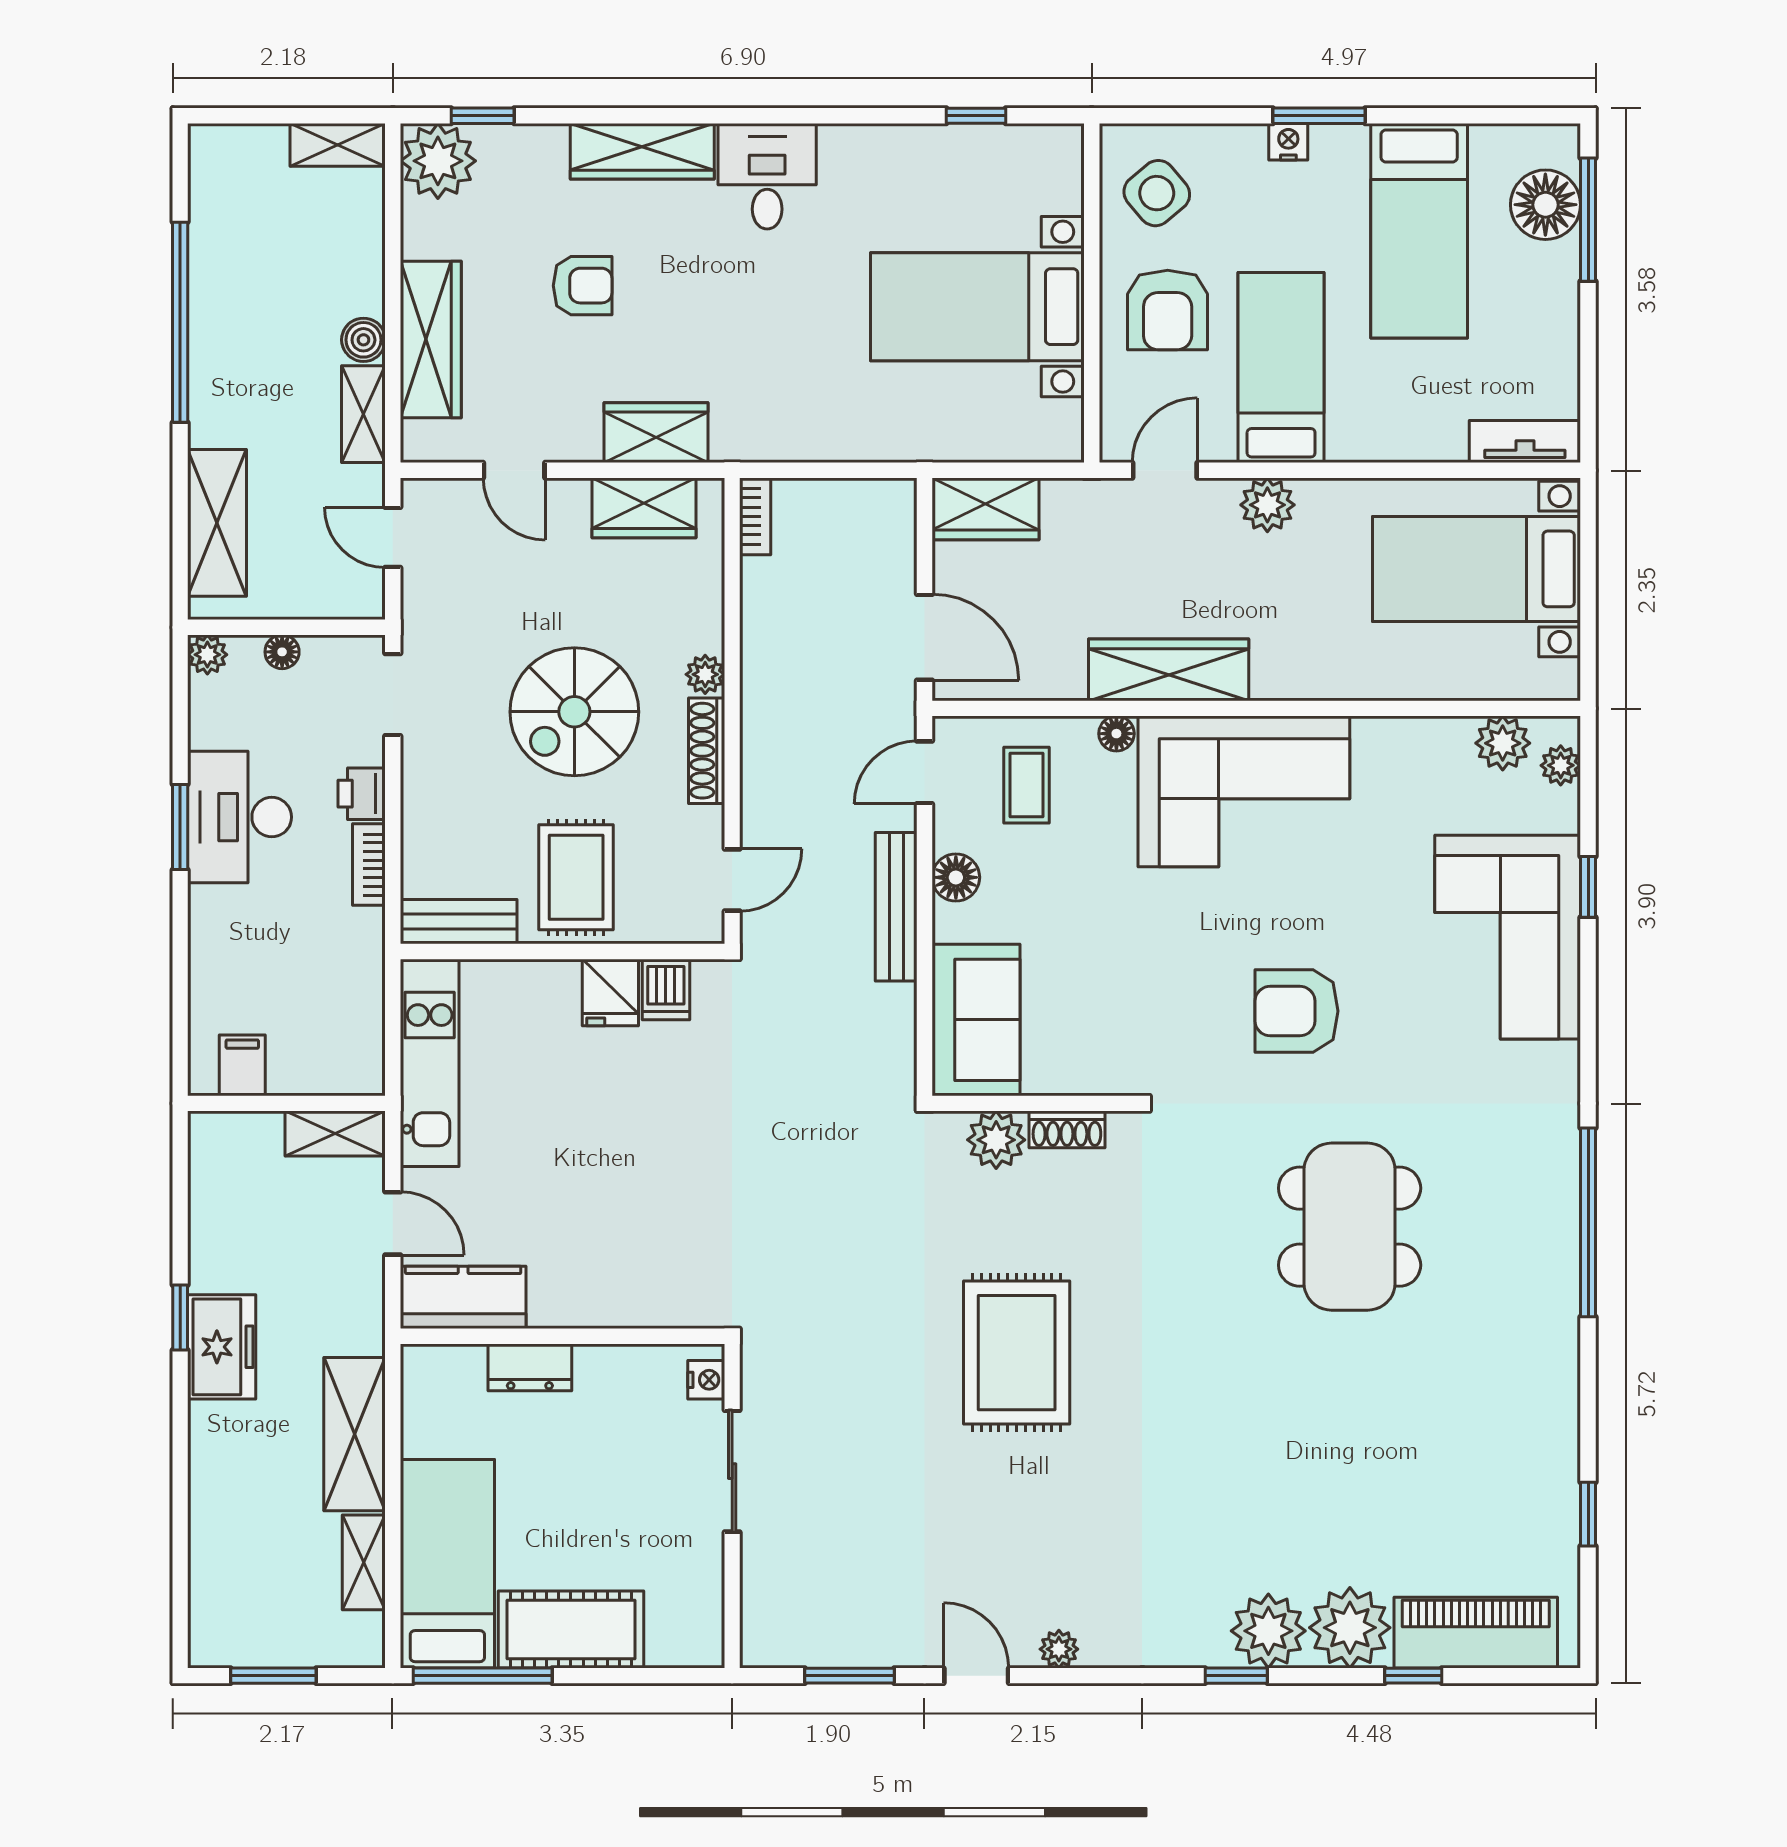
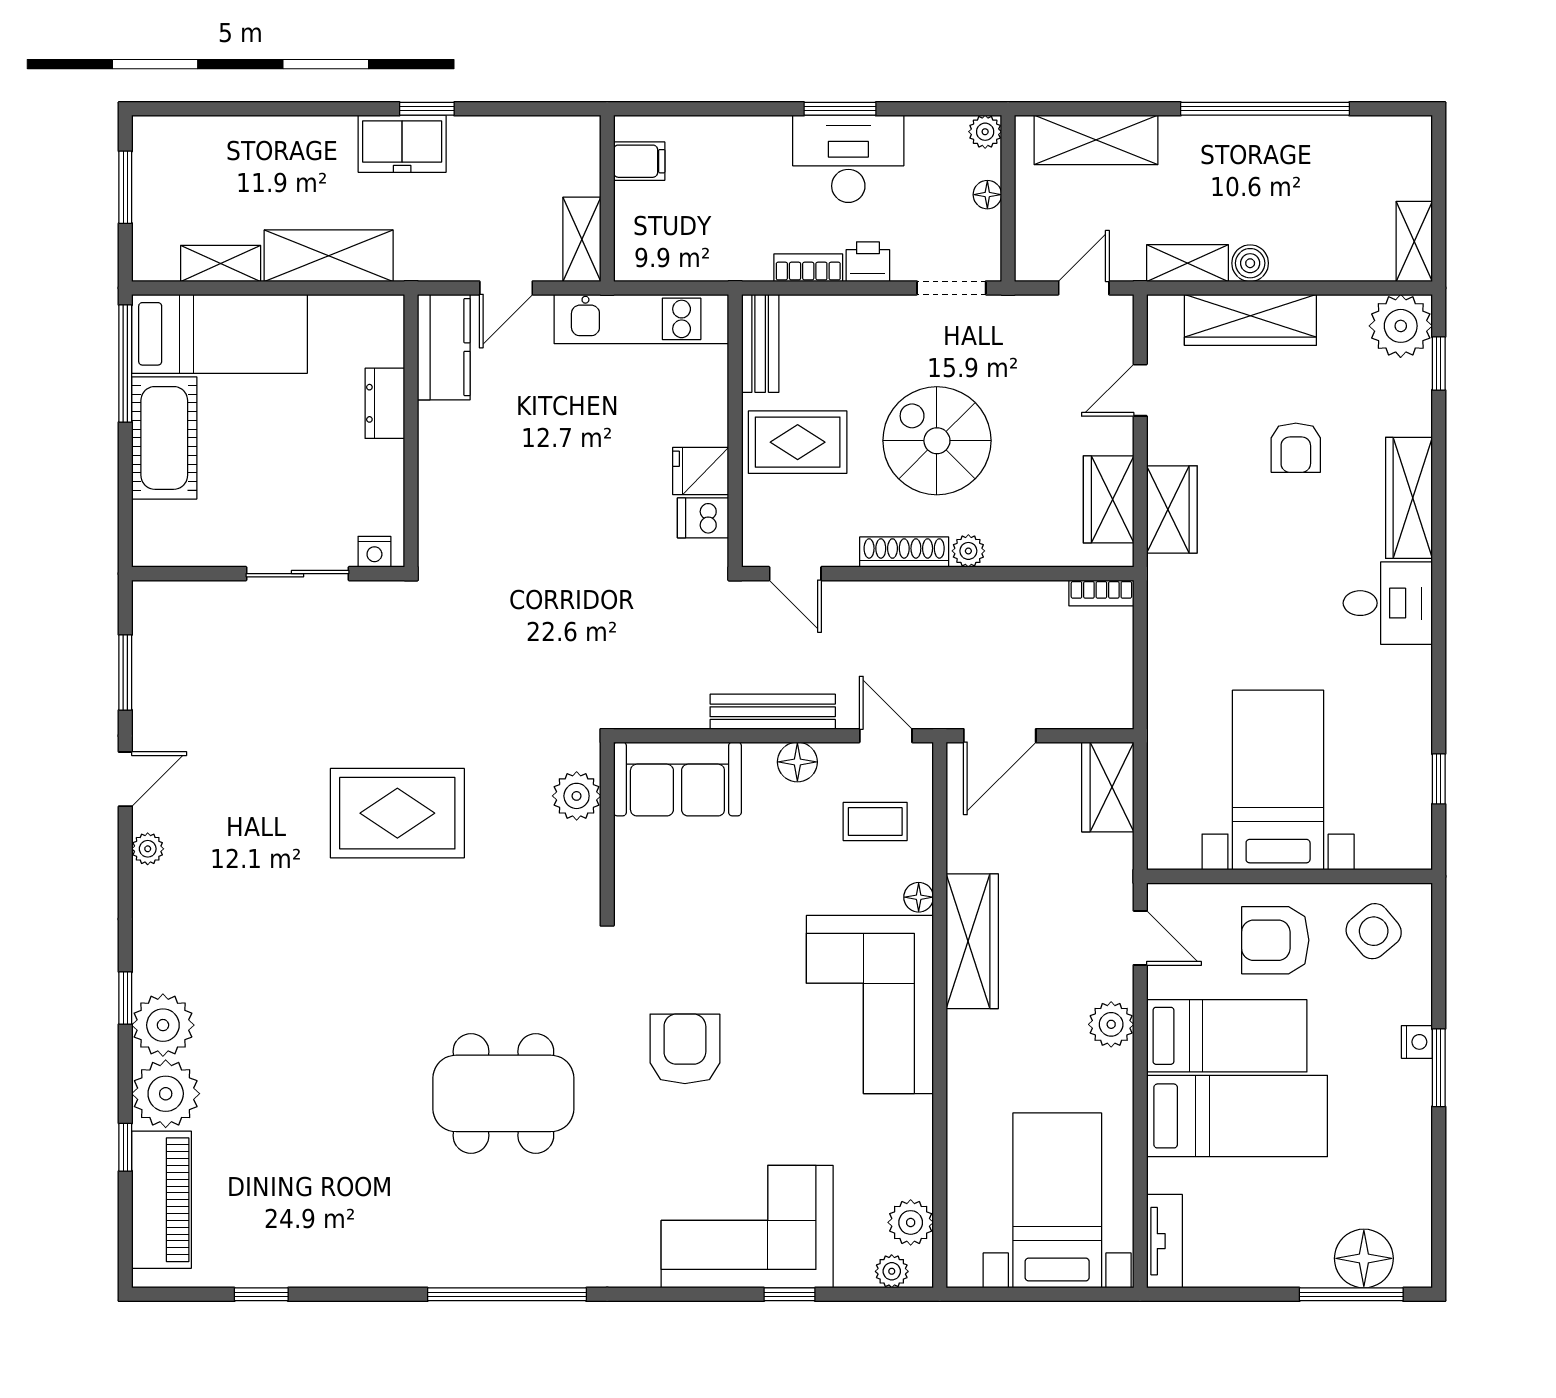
bed: (1419, 231) -> (1237, 1116), moved, turned 180
shoe rack: (1067, 1129) -> (585, 856), removed

